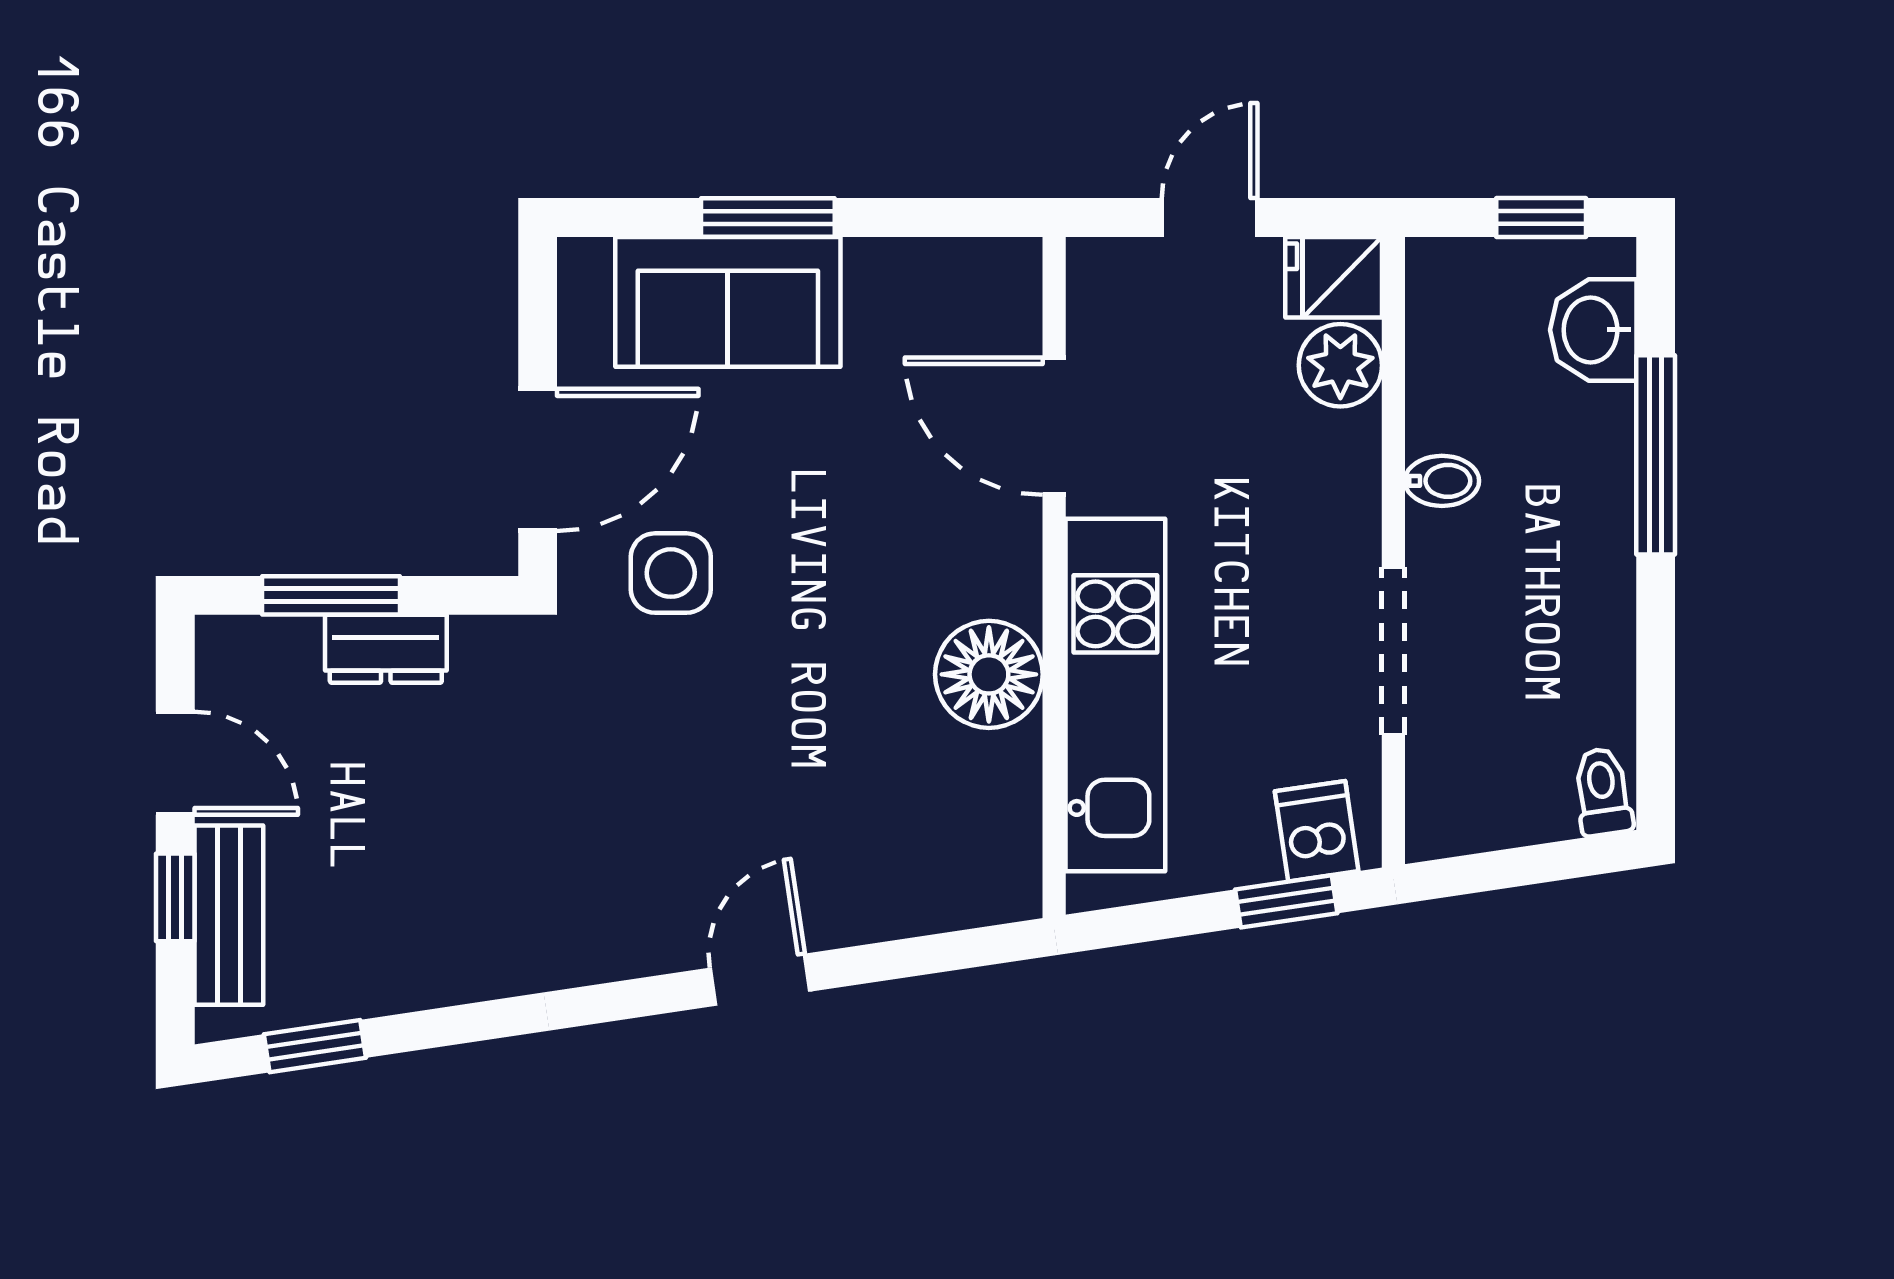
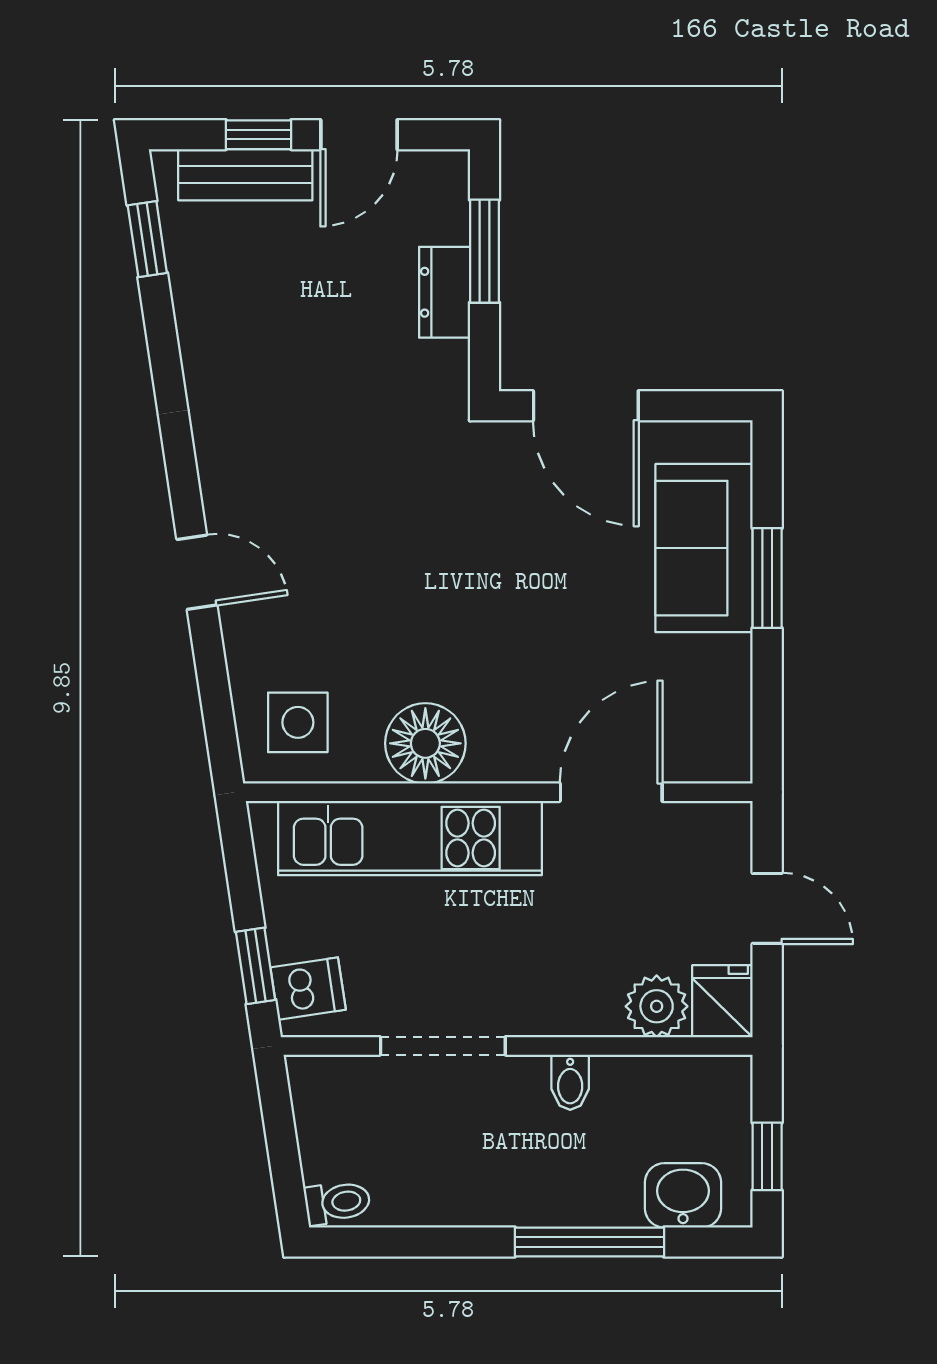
side table: (671, 573) -> (298, 722), moved

